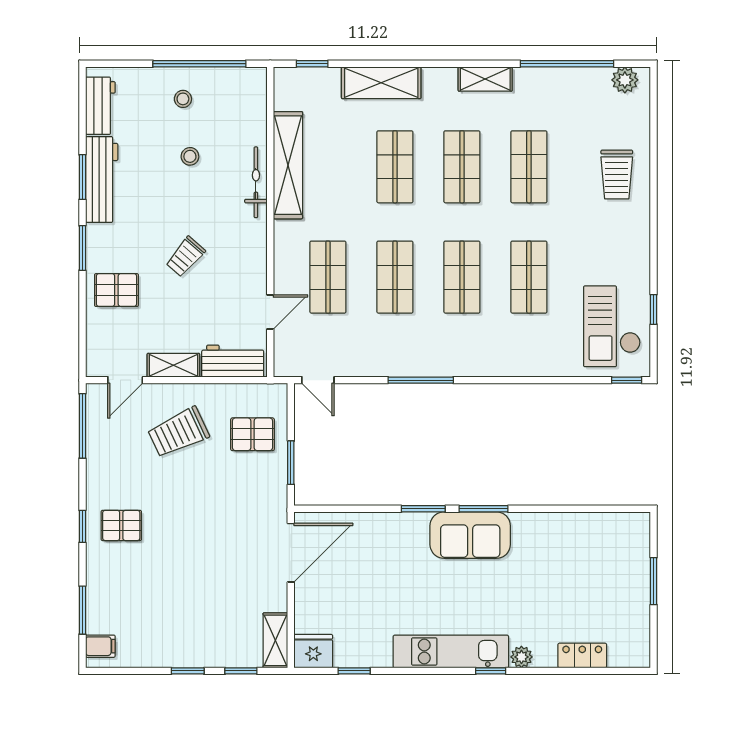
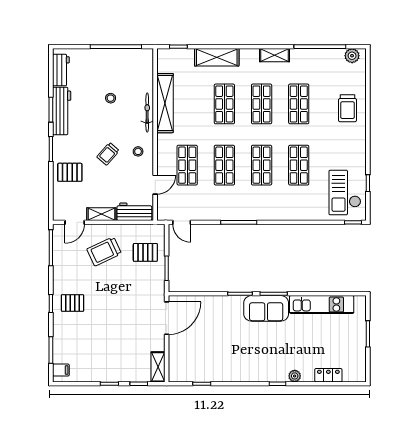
stool: (183, 99) -> (138, 151), moved
fridge: (313, 651) -> (179, 373), removed
kitchen unit: (451, 652) -> (322, 305), moved, turned 180

